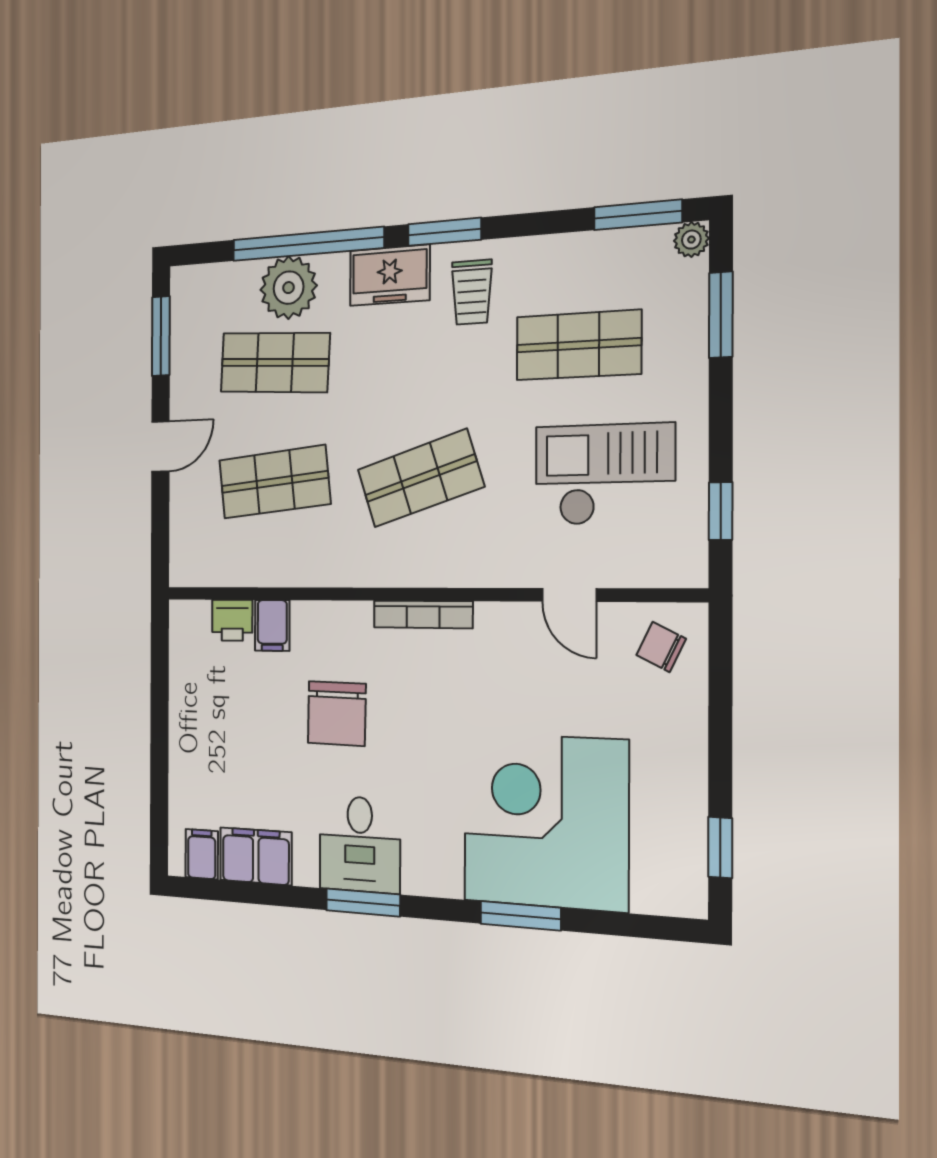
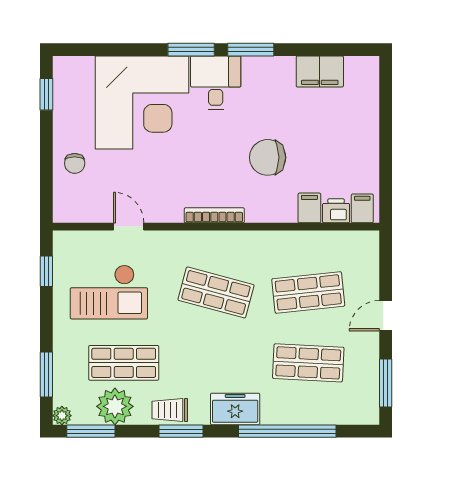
window: (444, 232) -> (181, 431), moved
plant: (289, 288) -> (115, 406), moved
trolley: (472, 292) -> (170, 410), moved, turned -90
shop shelf: (420, 478) -> (216, 292), turned 33
chair: (661, 647) -> (75, 163), moved, turned 64
chair: (337, 713) -> (268, 157), turned -91
desk: (360, 844) -> (216, 83), moved
filing cabinet: (202, 854) -> (362, 208), moved, turned 180
window: (520, 916) -> (191, 50), moved

